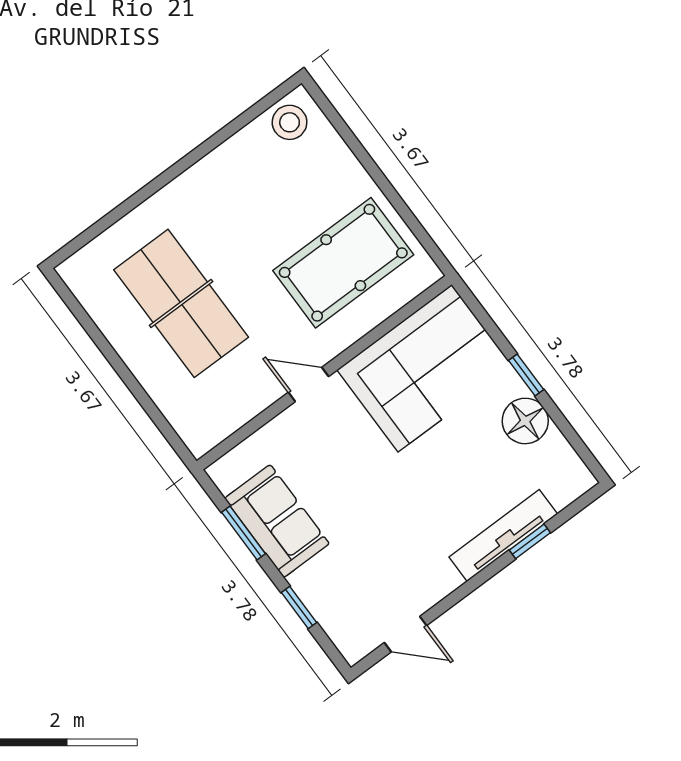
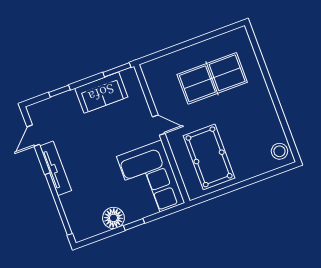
door: (309, 384) -> (159, 125), hinge flipped
window: (244, 533) -> (117, 70), moved
tv unit: (503, 536) -> (56, 168), moved
window: (530, 541) -> (59, 204), width x3.17

